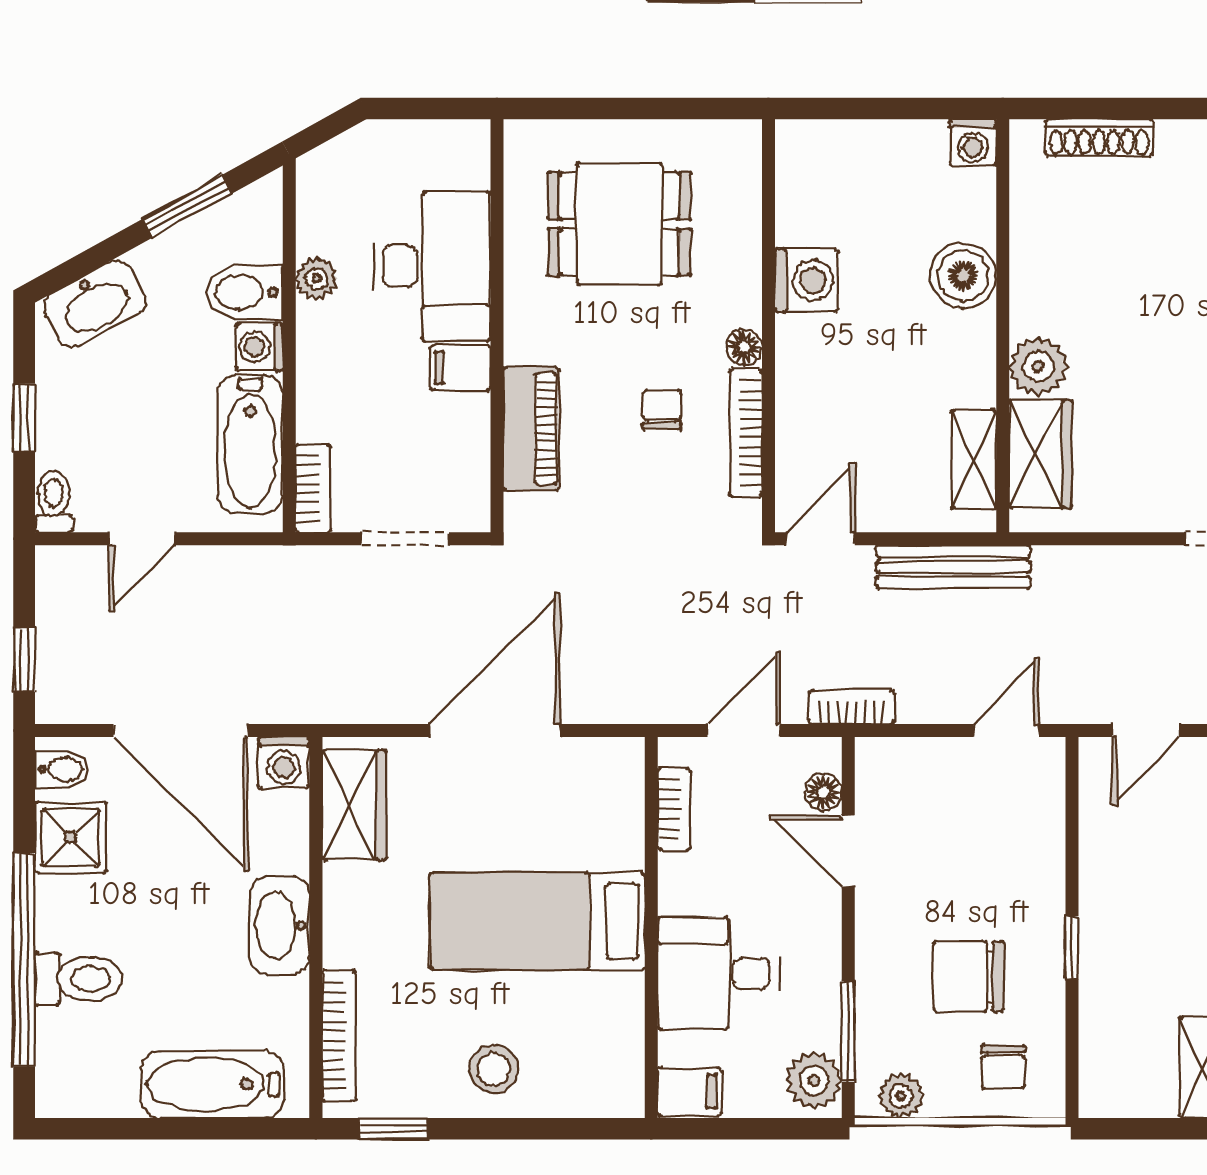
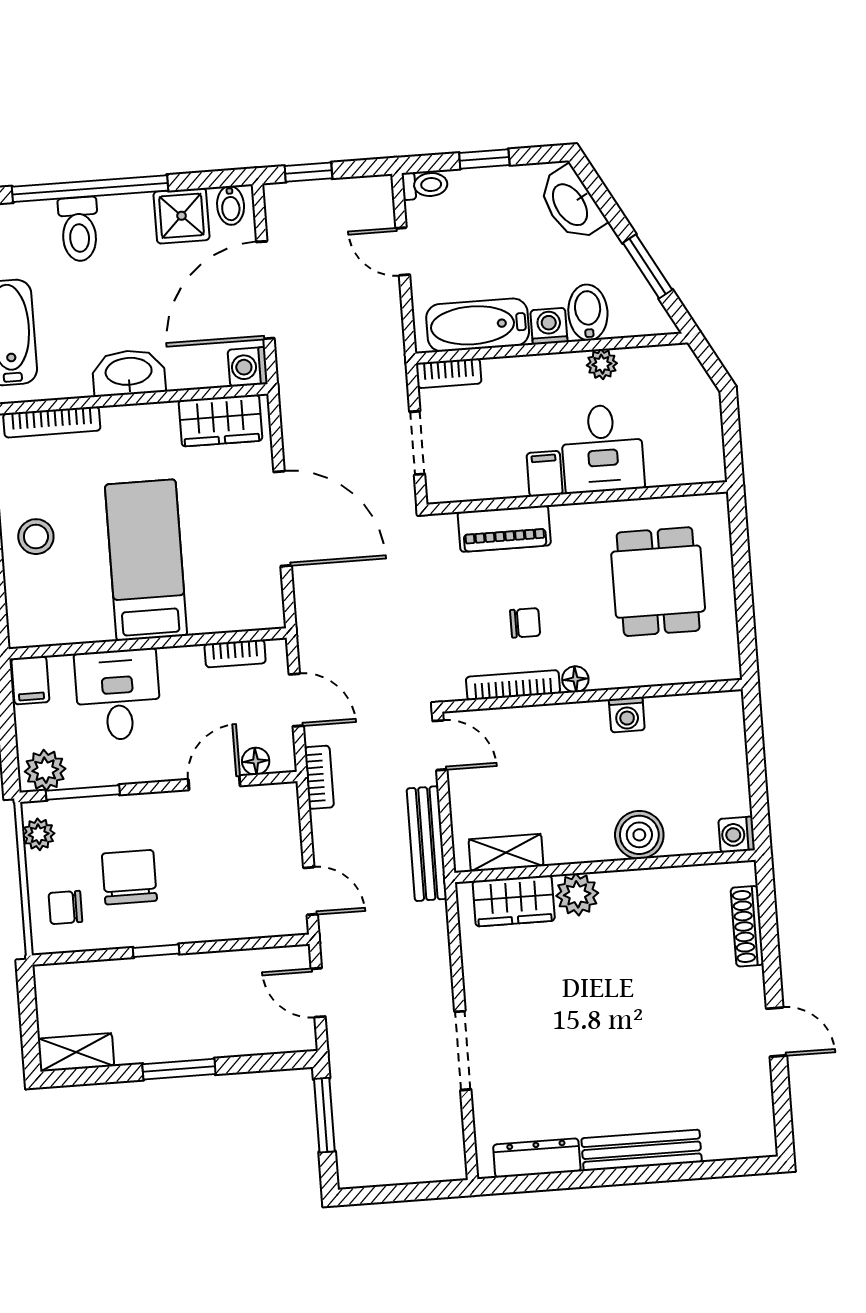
desk: (432, 266) -> (602, 448), width x0.73
washing machine: (806, 280) -> (627, 715), width x0.73, depth x0.73

